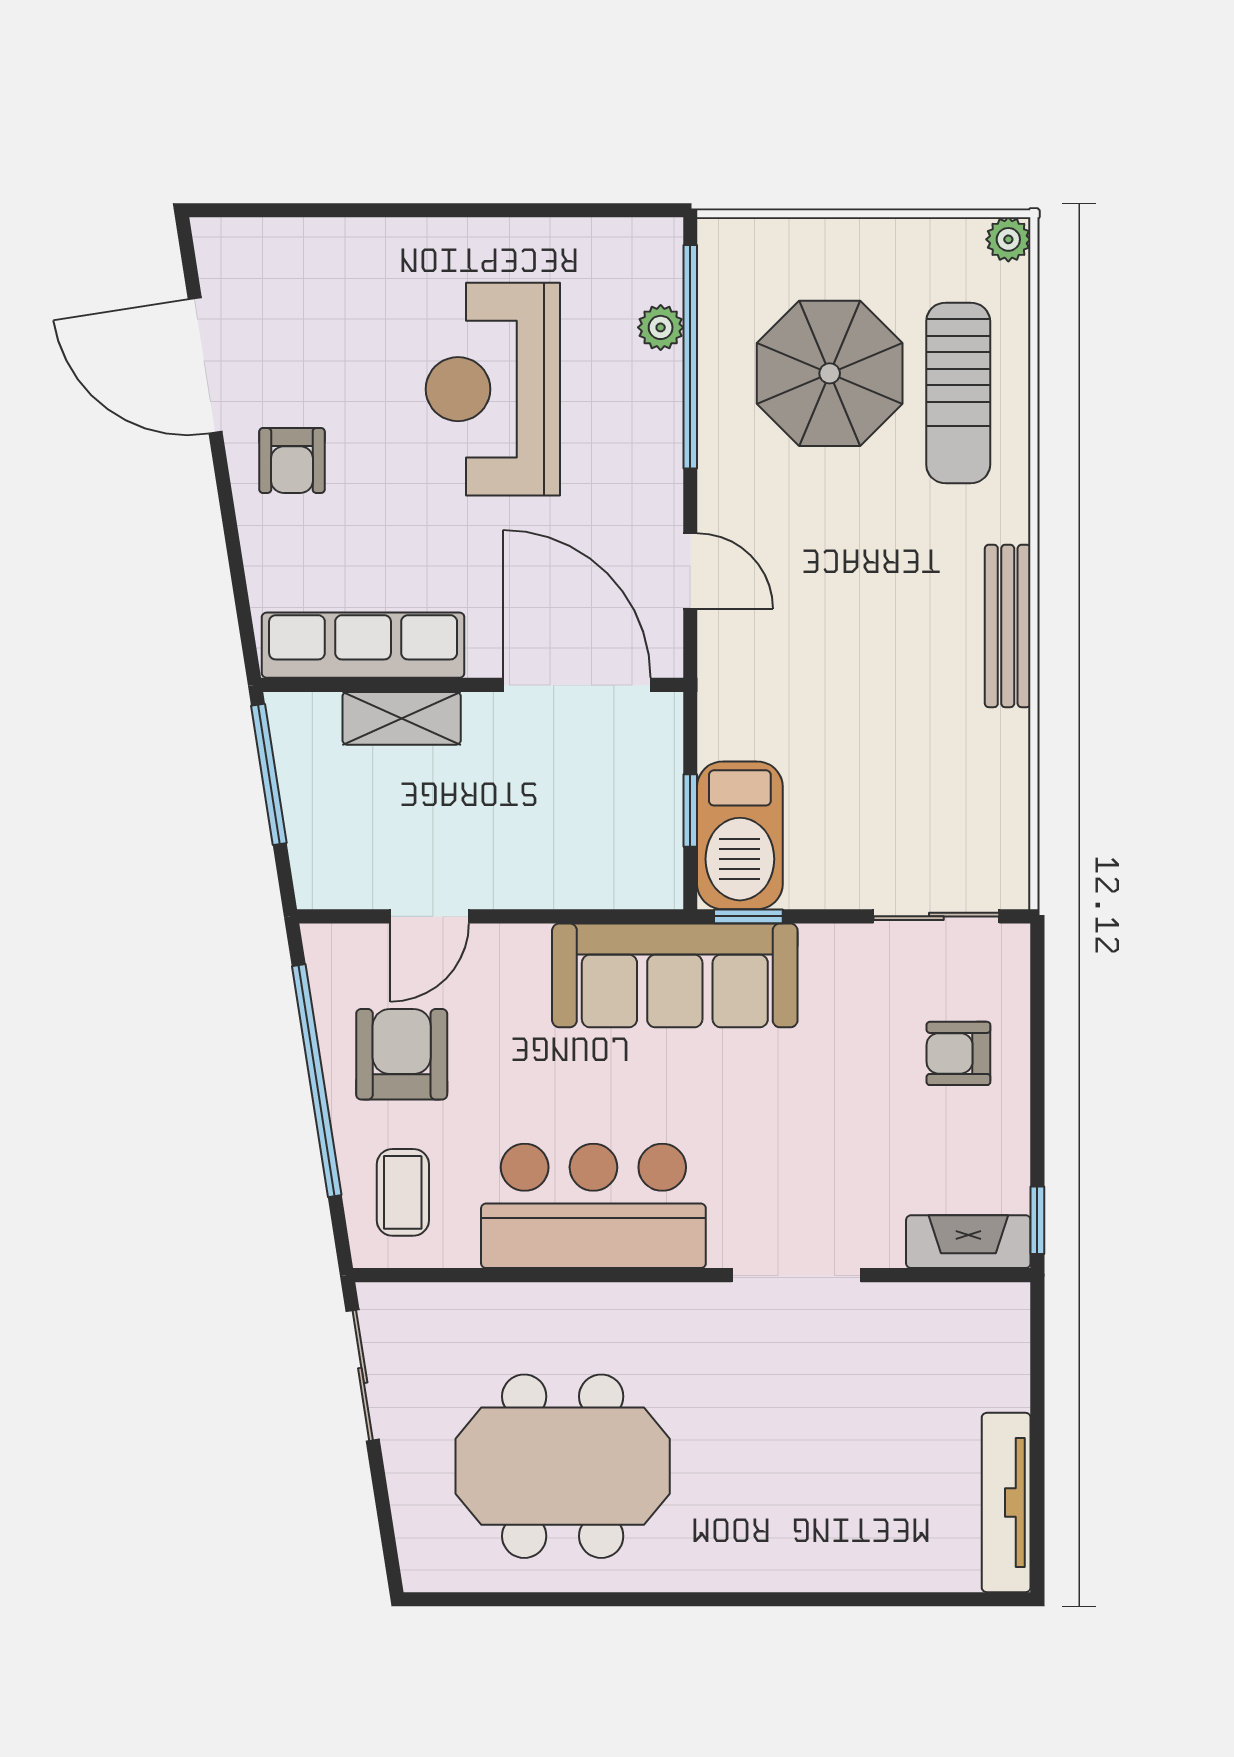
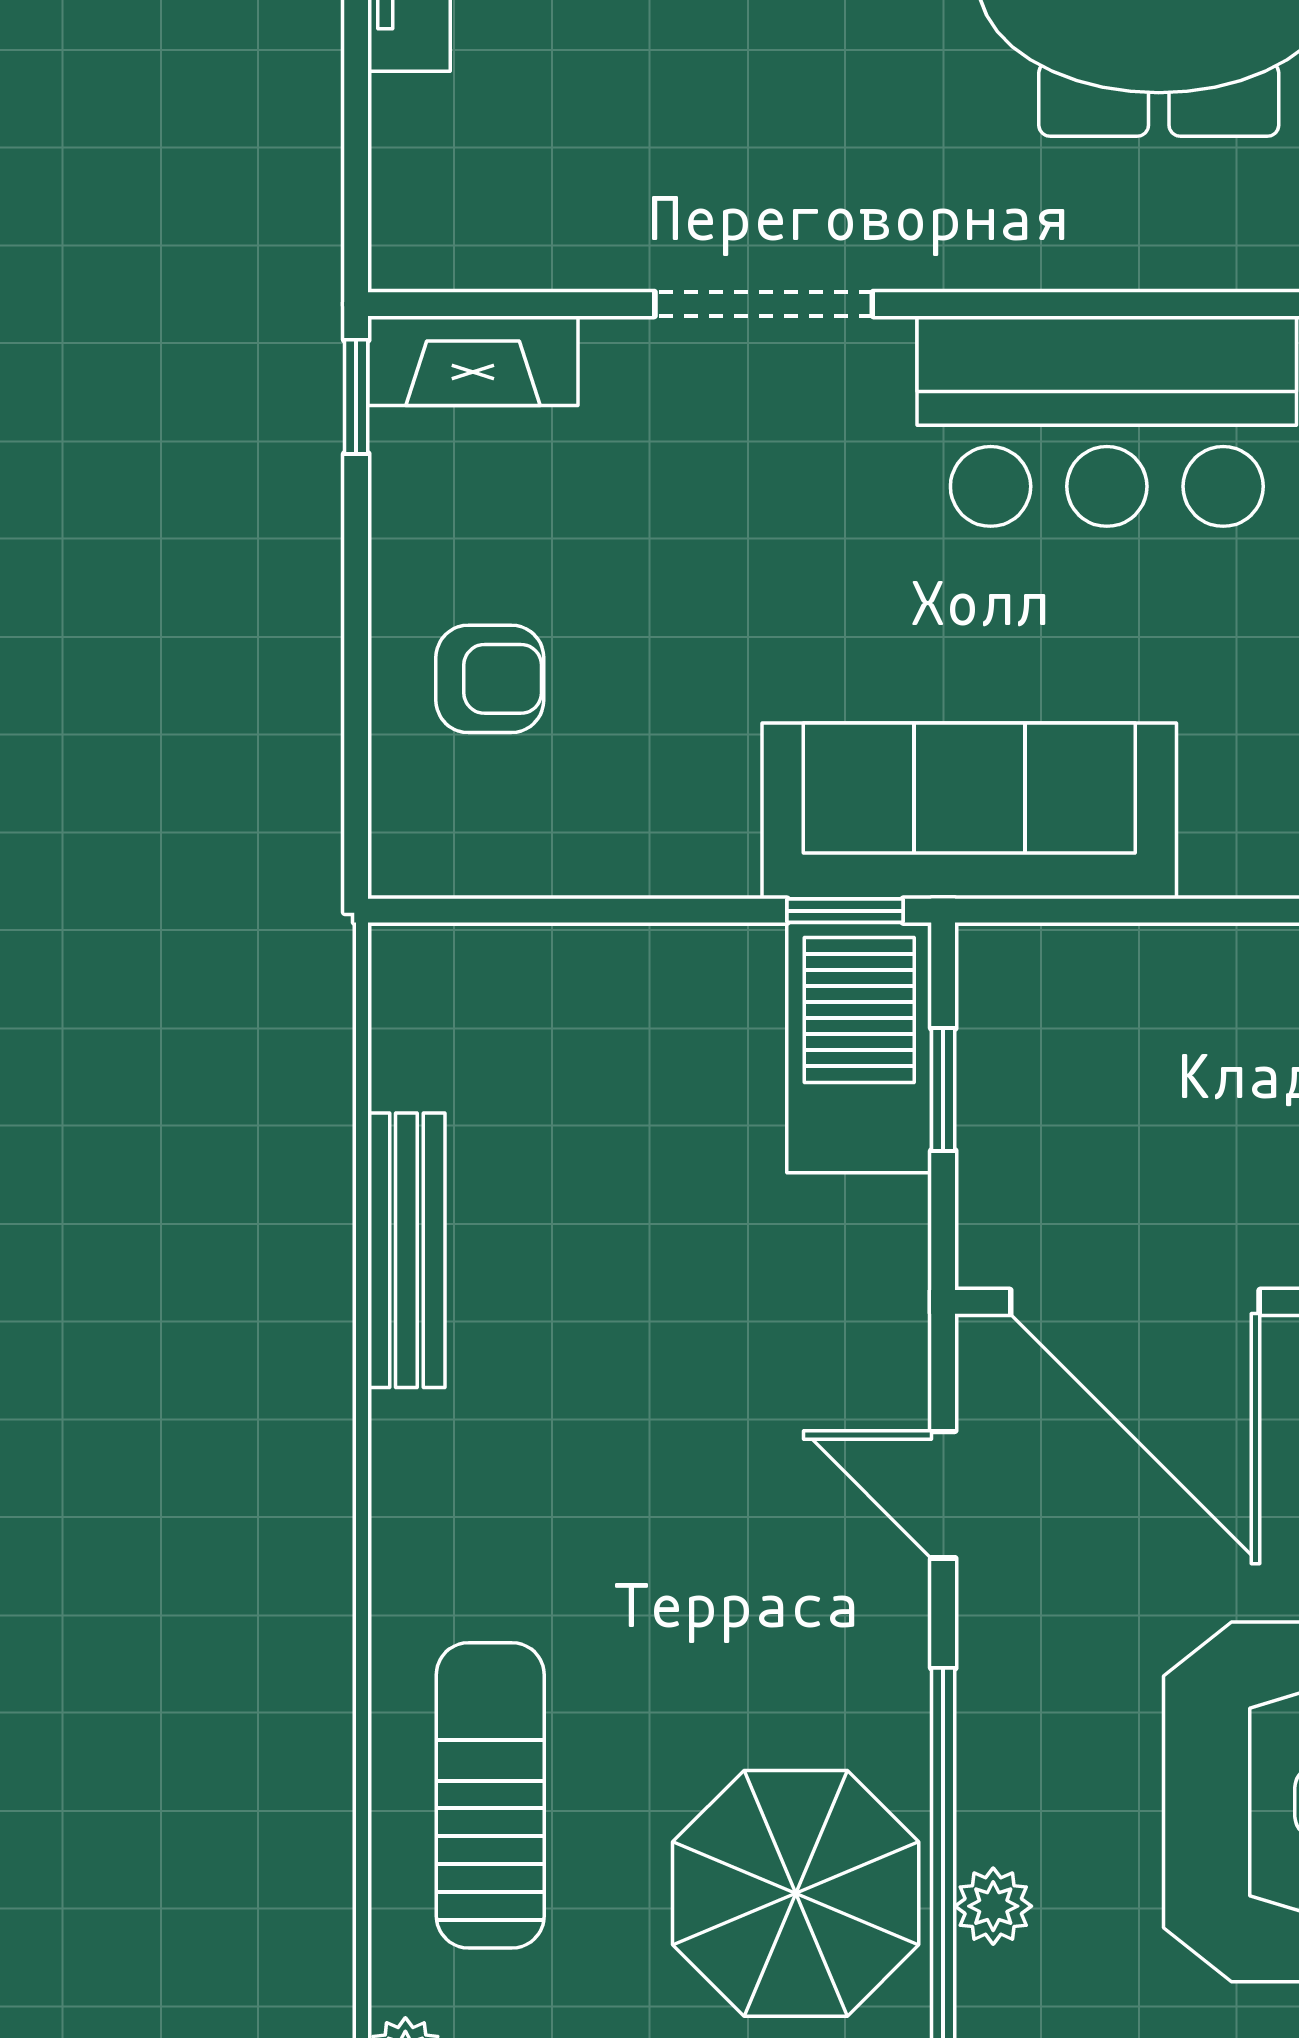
parasol: (830, 373) -> (796, 1893), moved
bench: (1008, 626) -> (406, 1250), moved
sliding door: (936, 916) -> (527, 911), removed

